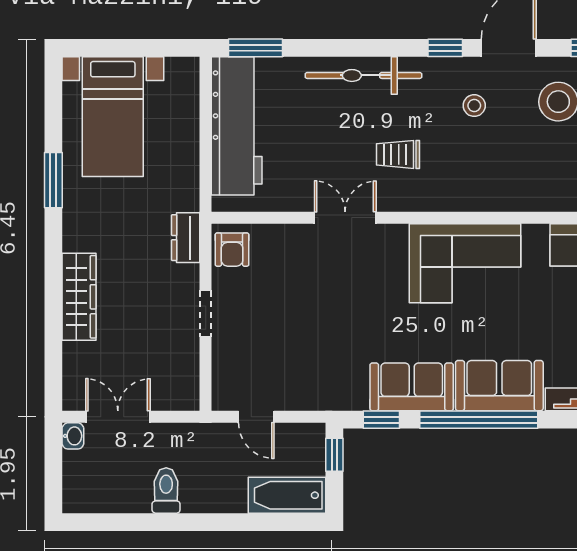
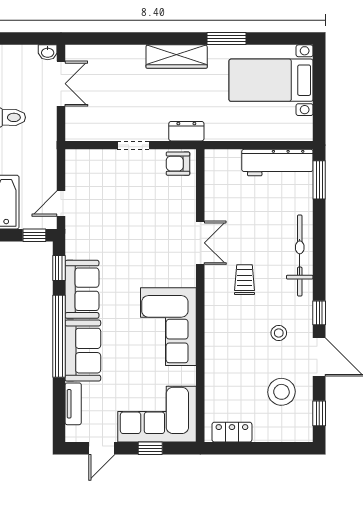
workbench: (237, 126) -> (277, 163), width x0.73, depth x0.76
wardrobe: (79, 297) -> (177, 57), moved
door: (256, 417) -> (61, 203), moved

